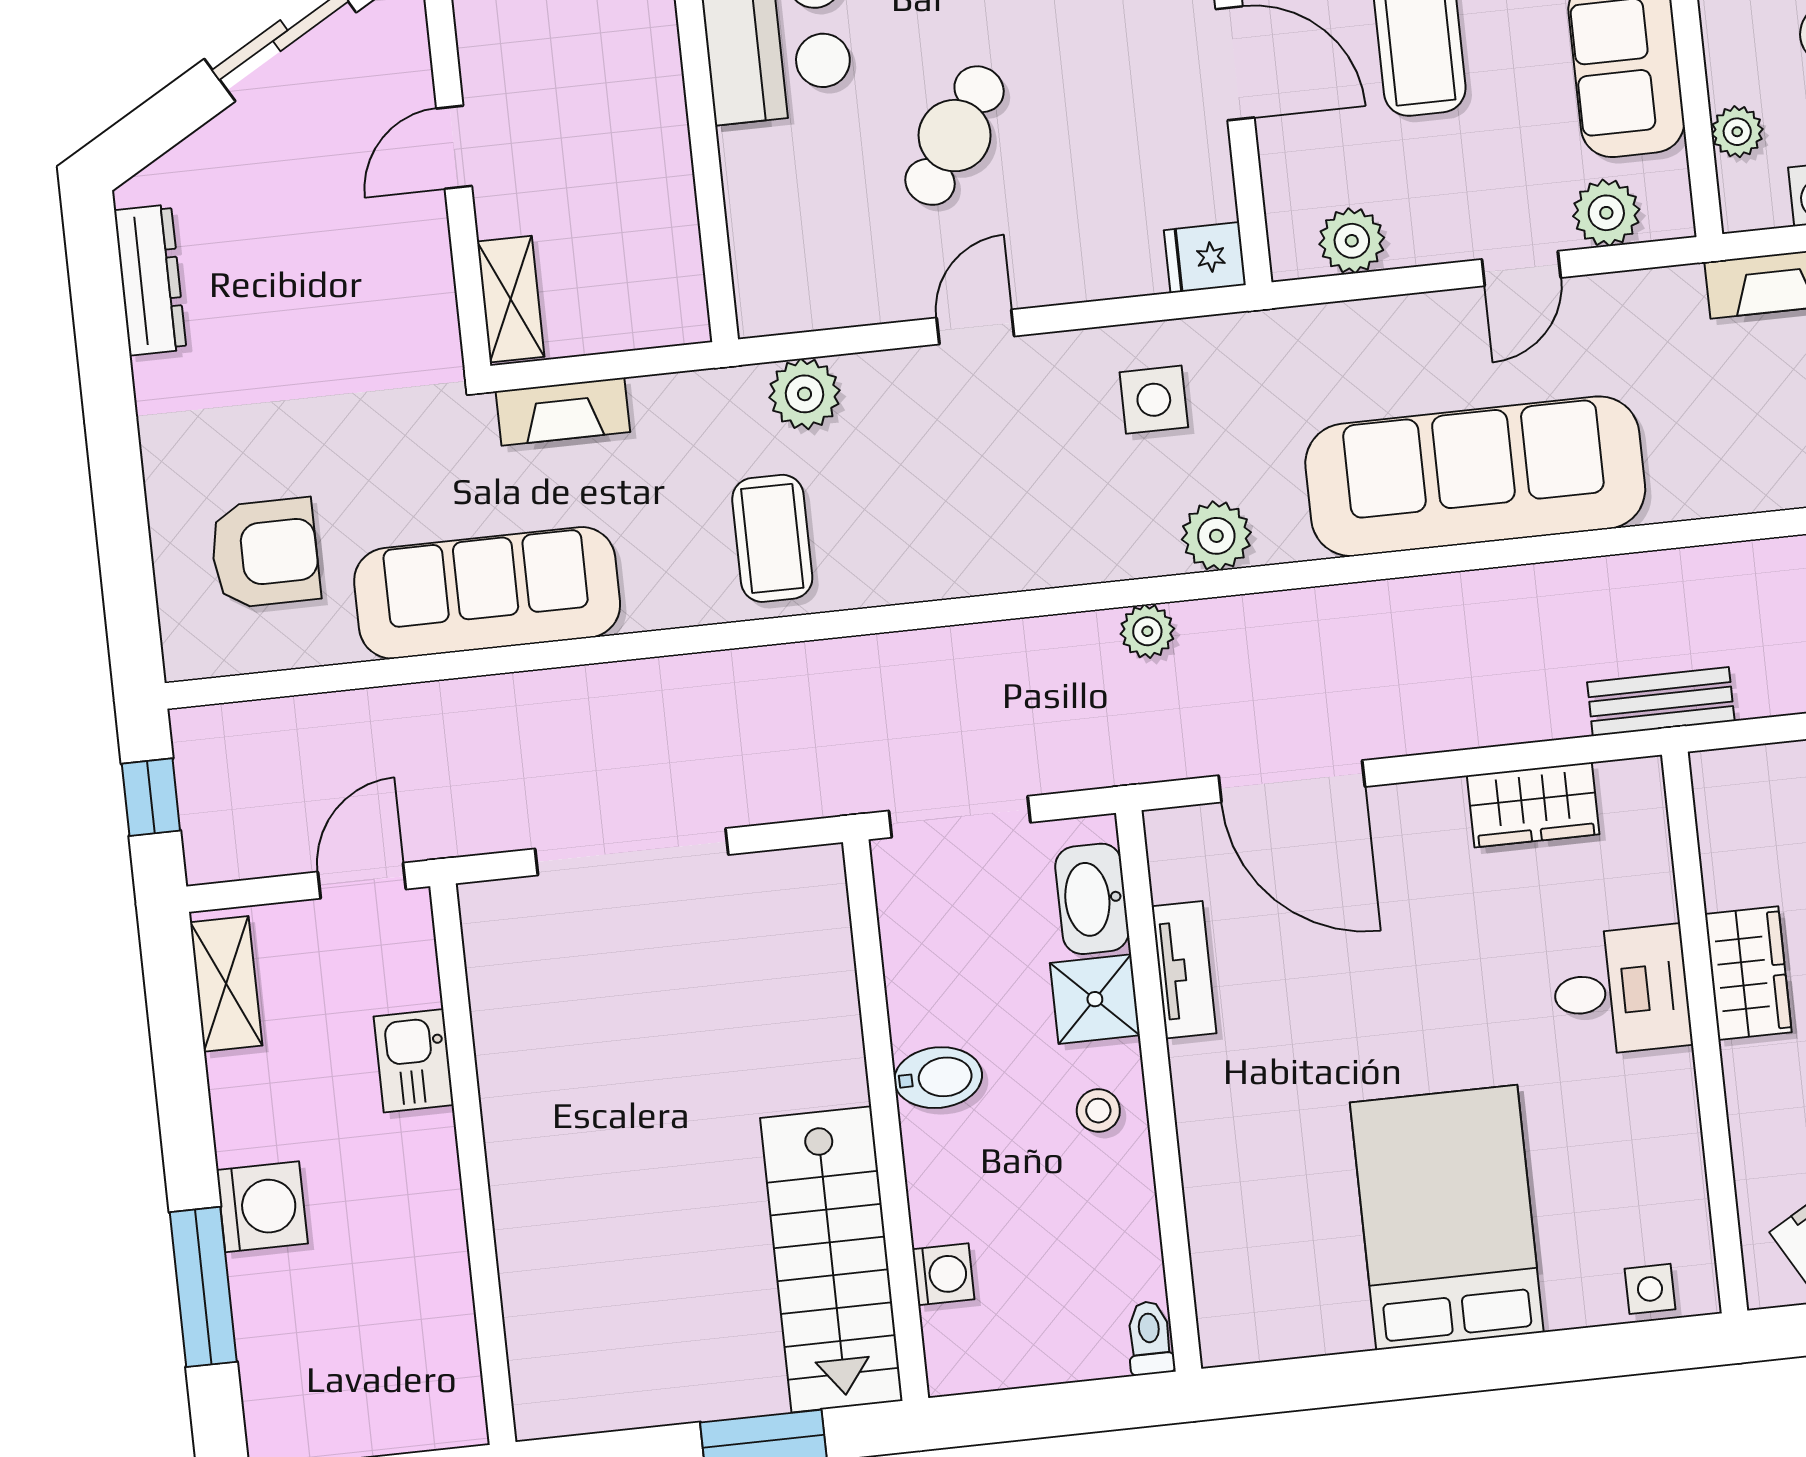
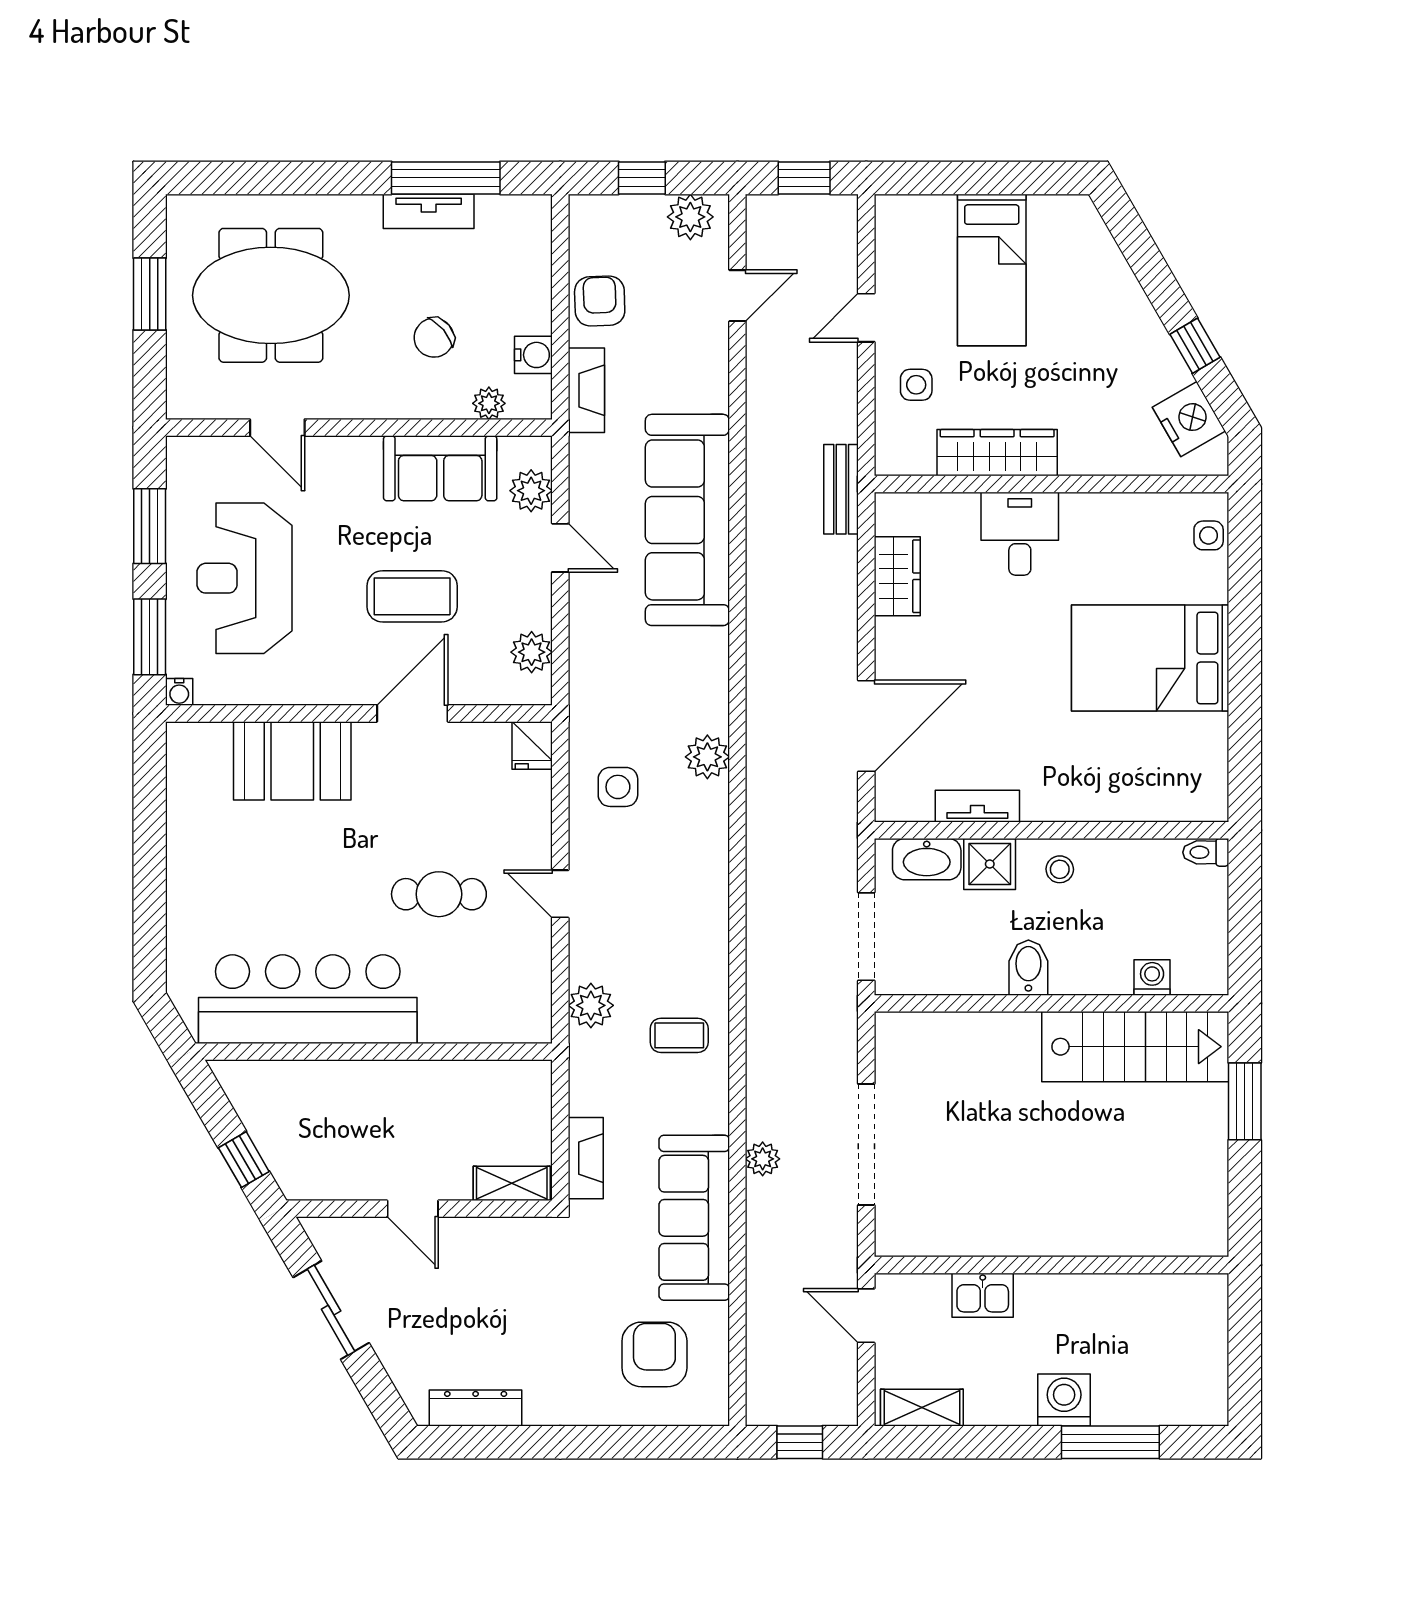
cafe table: (955, 136) -> (439, 894), turned -34
sofa: (1475, 476) -> (687, 520), moved
coffee table: (772, 538) -> (679, 1035), width x0.73, depth x0.77
plant: (1147, 631) -> (763, 1159), moved
wardrobe: (1748, 973) -> (997, 453), width x1.50

